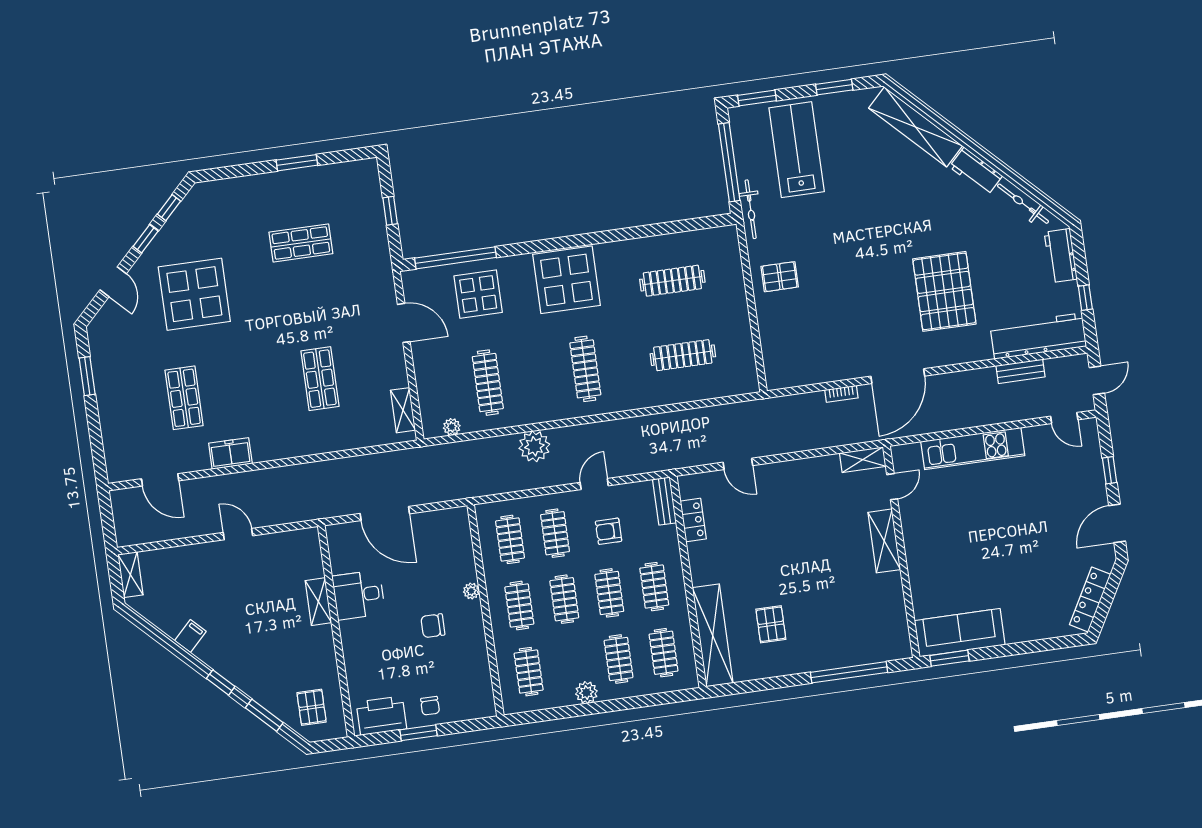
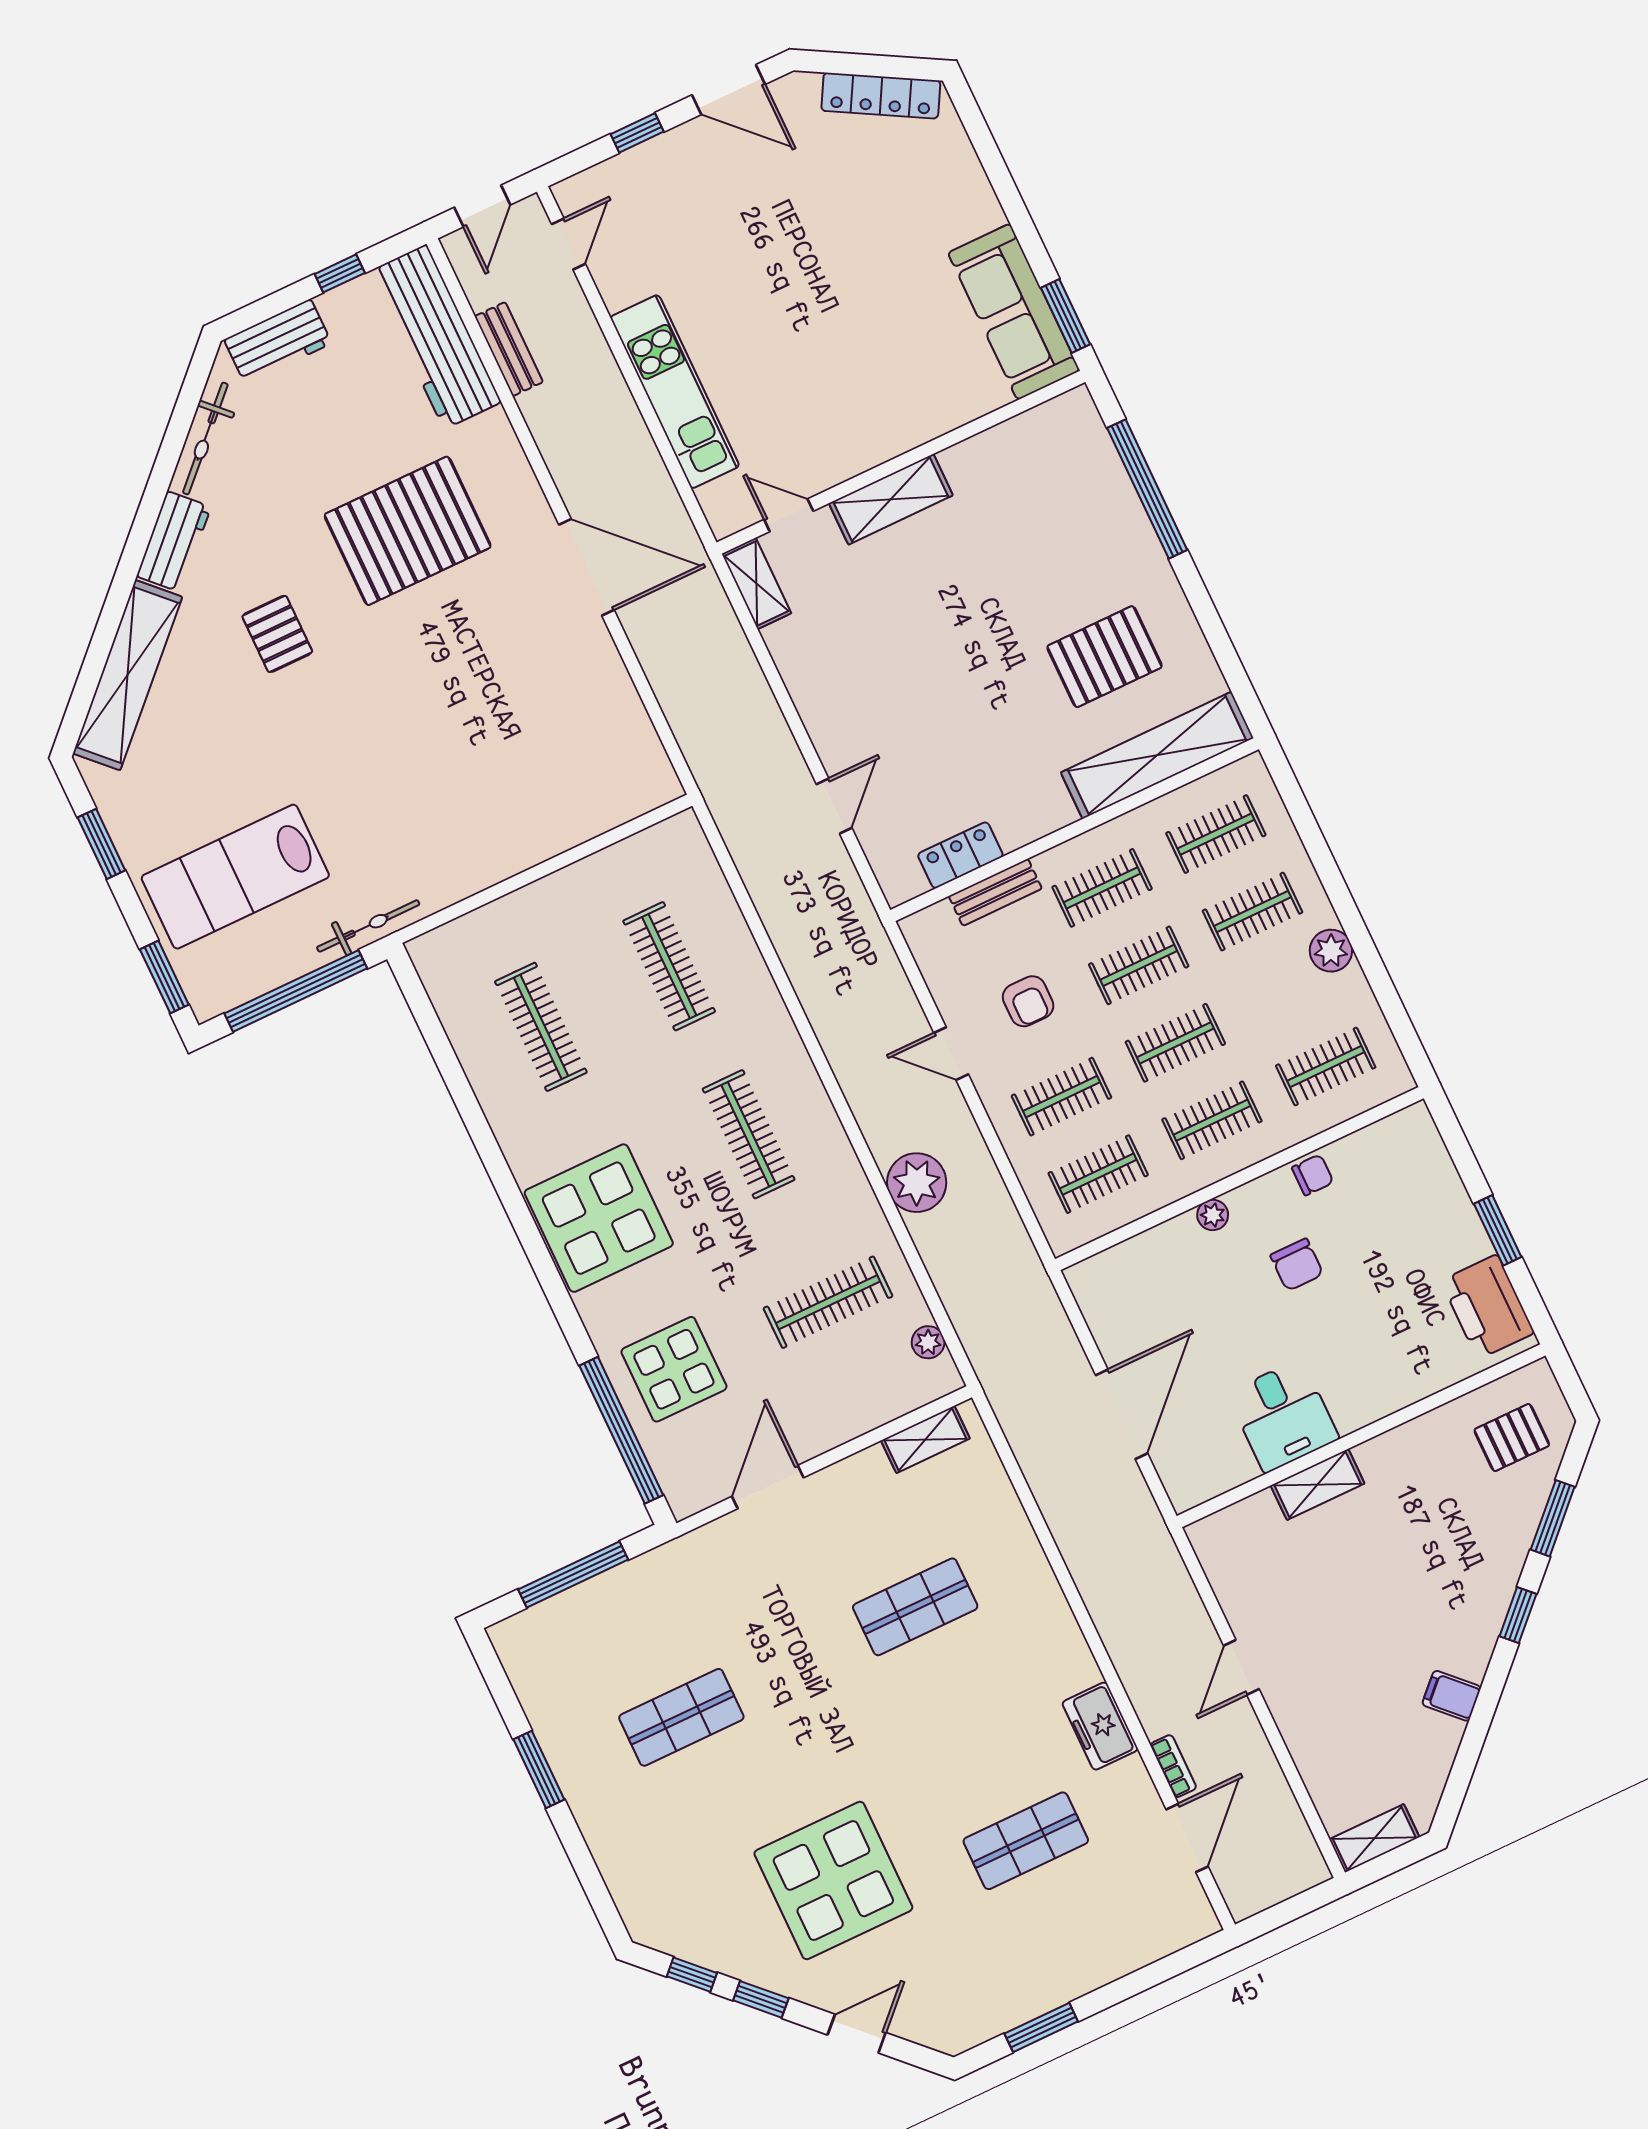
window: (390, 211) -> (573, 1574), width x2.17
shop shelf: (301, 243) -> (681, 1717), turned 90
pallet: (780, 277) -> (277, 634), moved
clothes rail: (585, 369) -> (749, 1134), turned 90
door: (1097, 380) -> (482, 206), swing flipped
bookcase: (841, 394) -> (1173, 1766), moved
bench: (665, 501) -> (995, 892), moved
pallet: (771, 624) -> (1105, 657), width x1.50, depth x1.42
chair: (430, 706) -> (1313, 1175), moved

